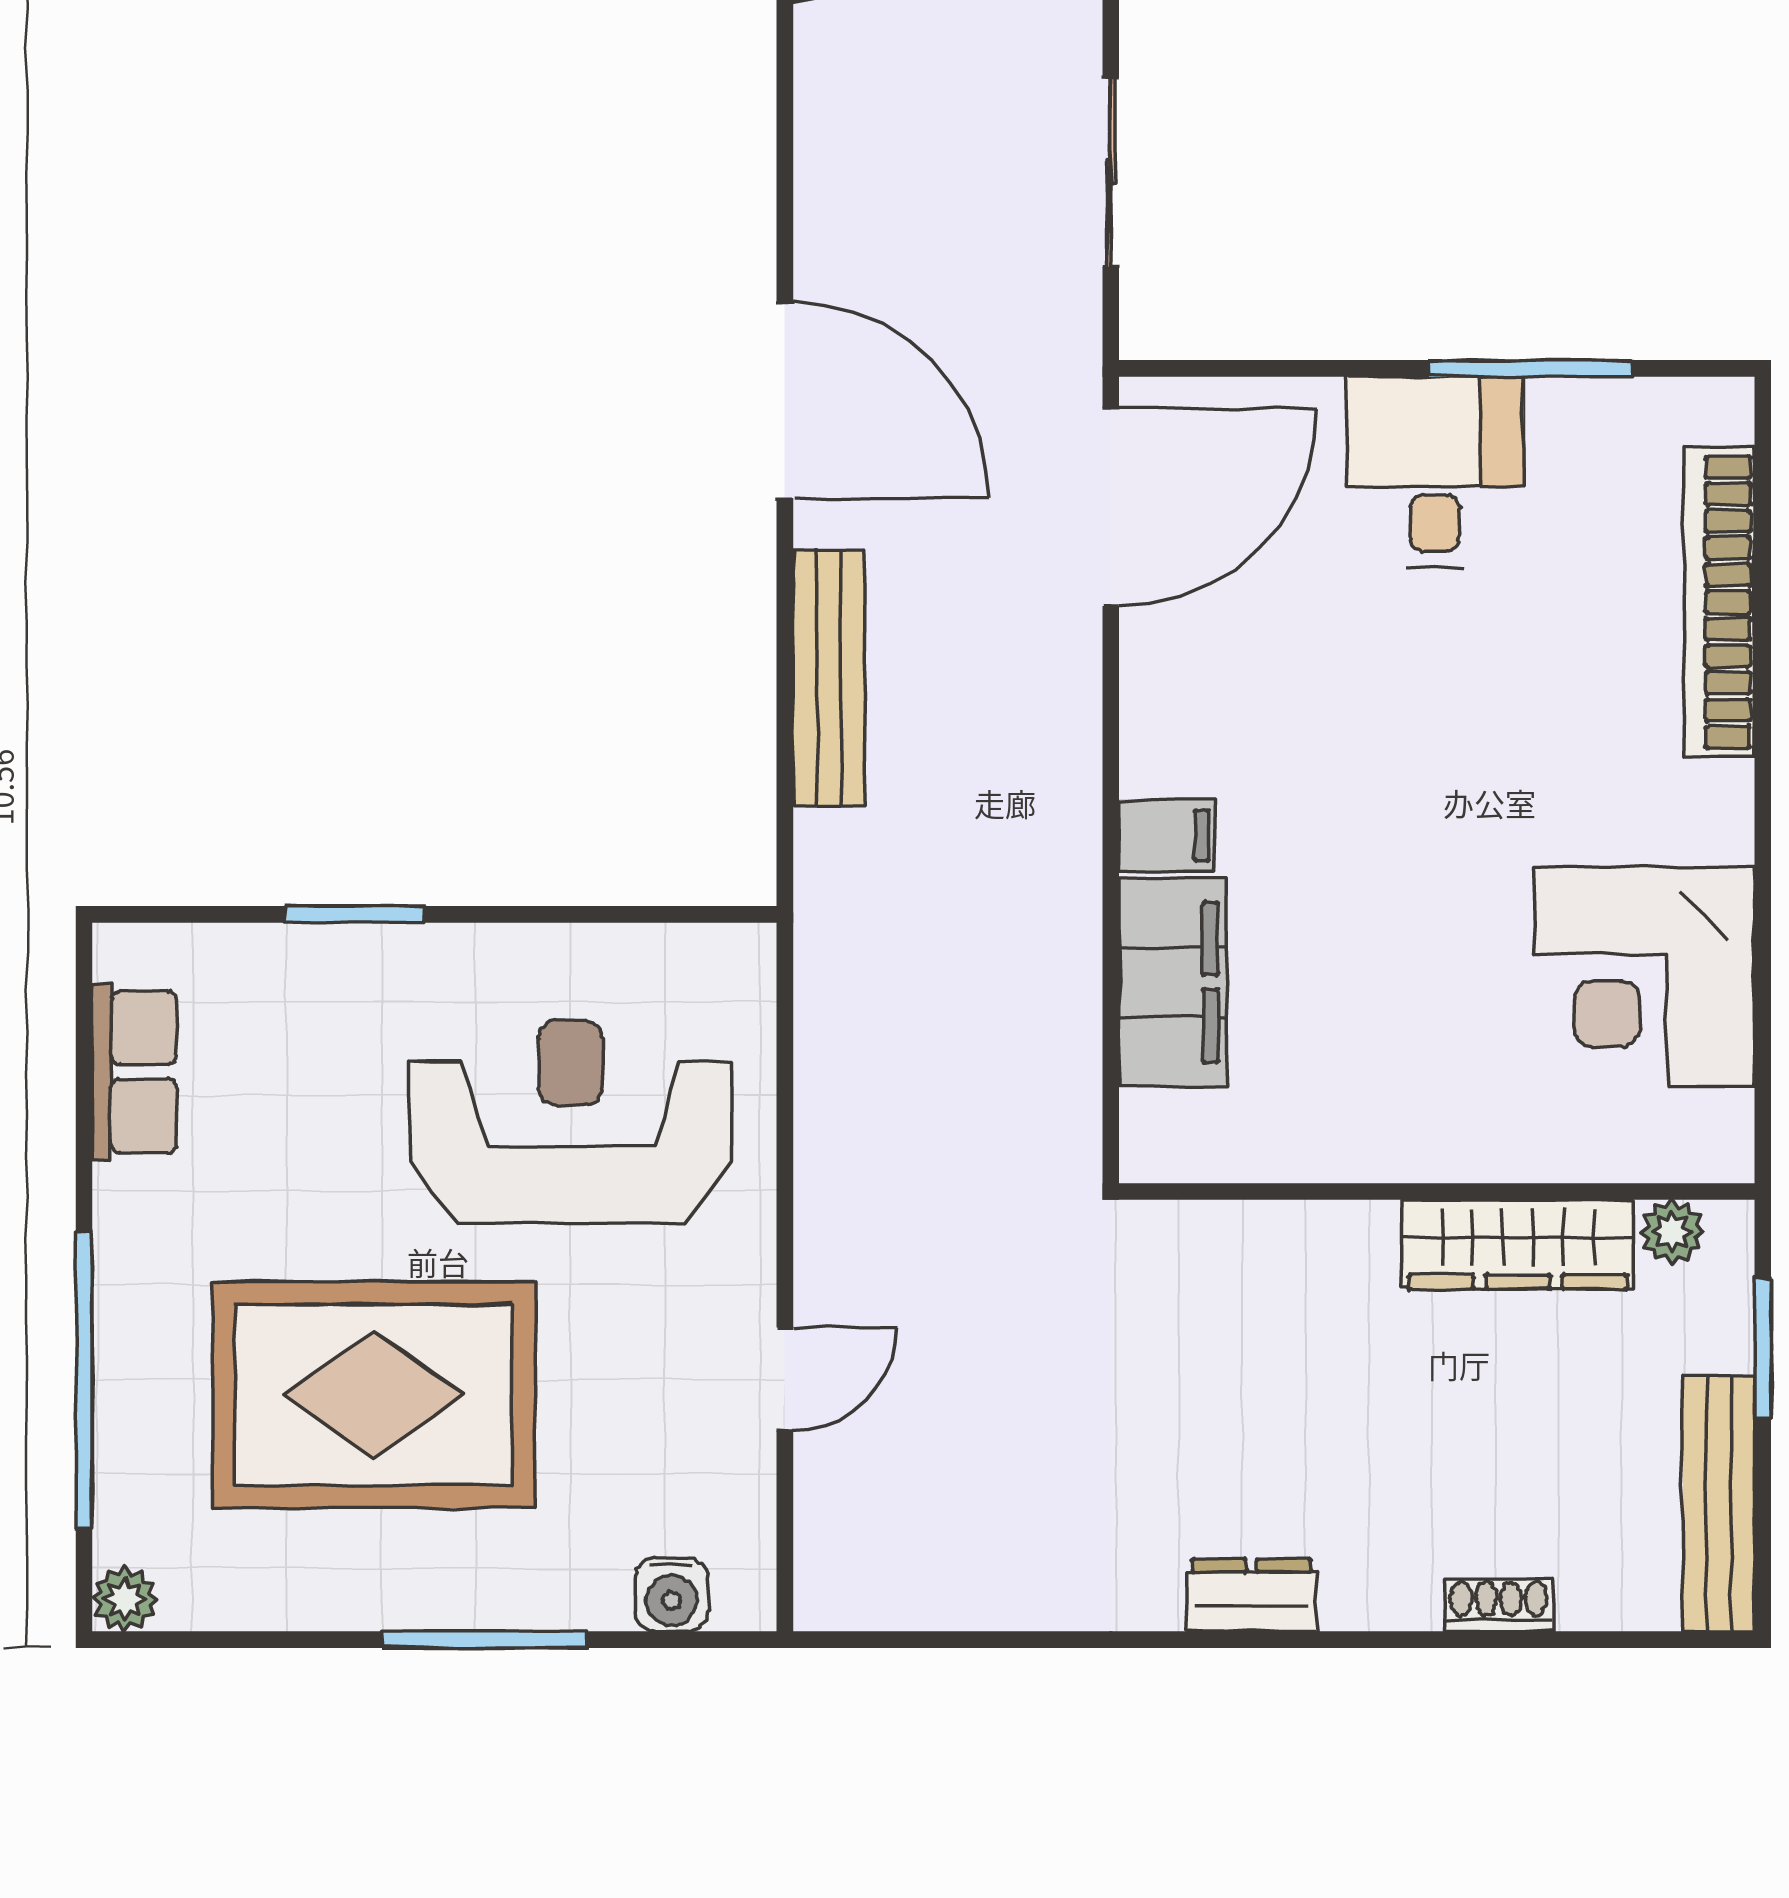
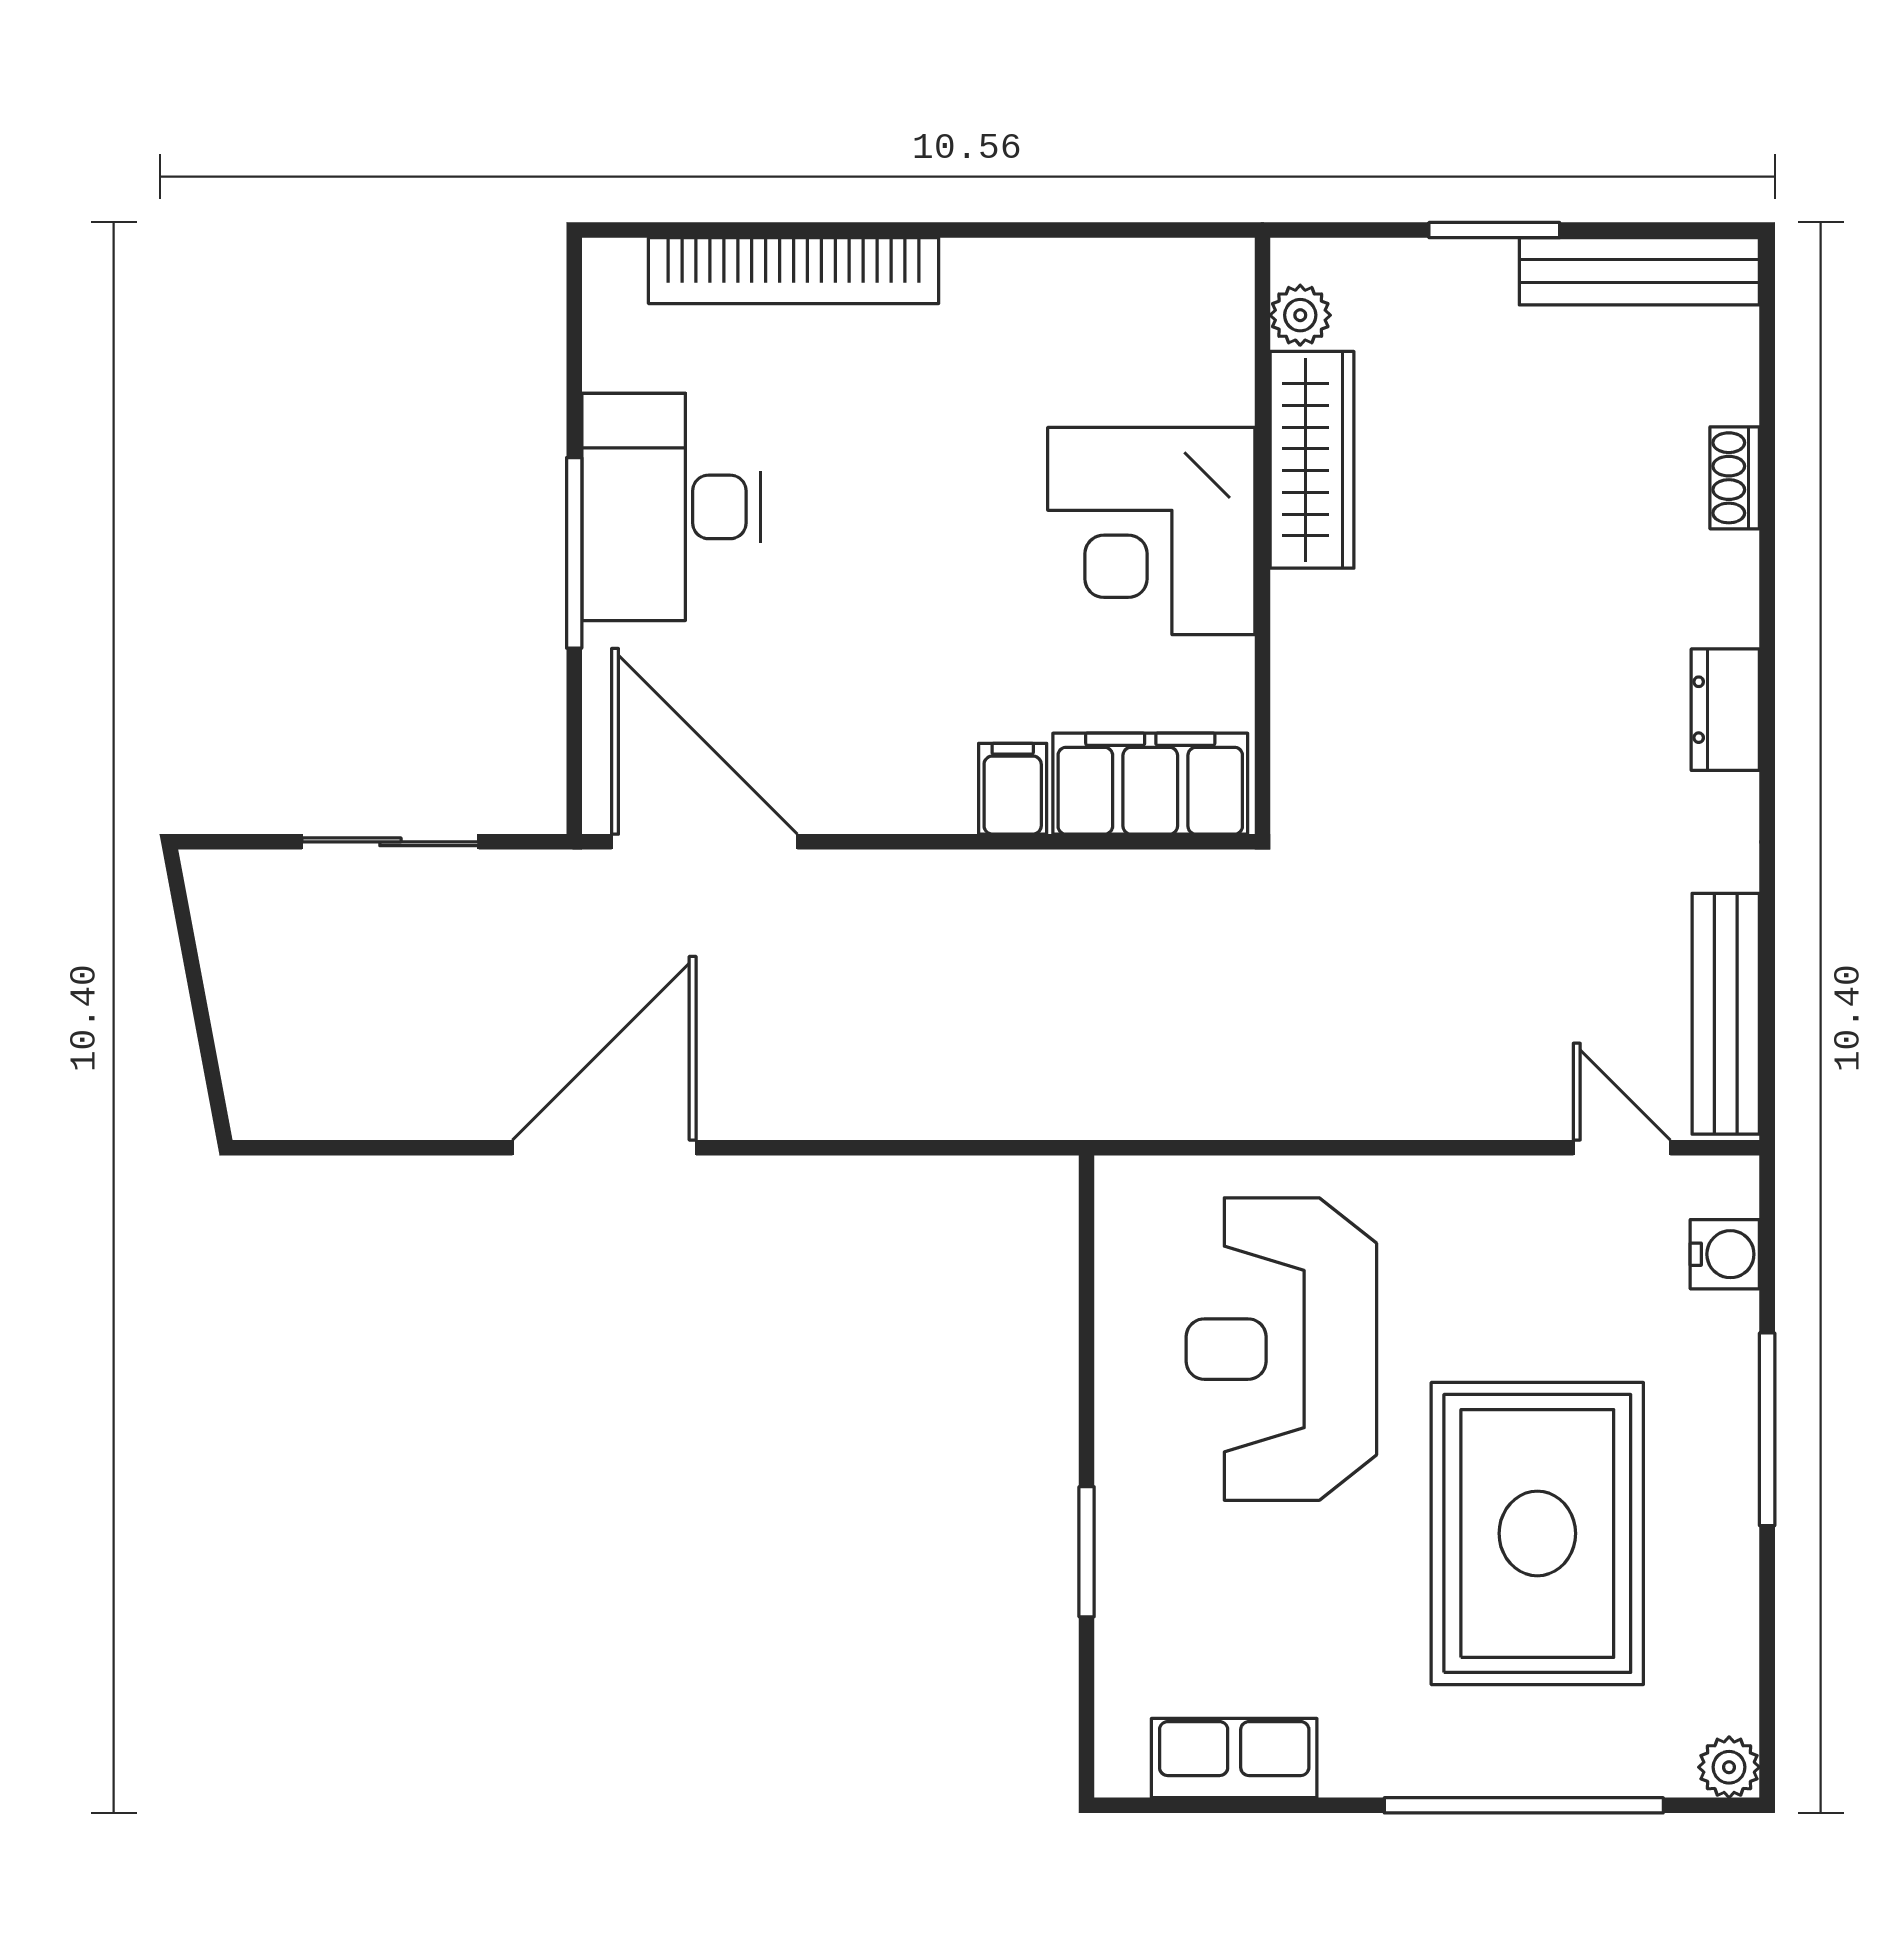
window: (1531, 368) -> (574, 553), moved
desk: (1435, 472) -> (671, 507), width x1.37
bench: (829, 678) -> (1726, 1014), moved, turned 90
corner desk: (1644, 976) -> (1151, 531), moved, turned 90
wall: (1437, 1191) -> (1262, 536), moved
plant: (1672, 1232) -> (1300, 315), moved
wardrobe: (1518, 1244) -> (1312, 460), moved
door: (785, 1379) -> (1622, 1148), moved

